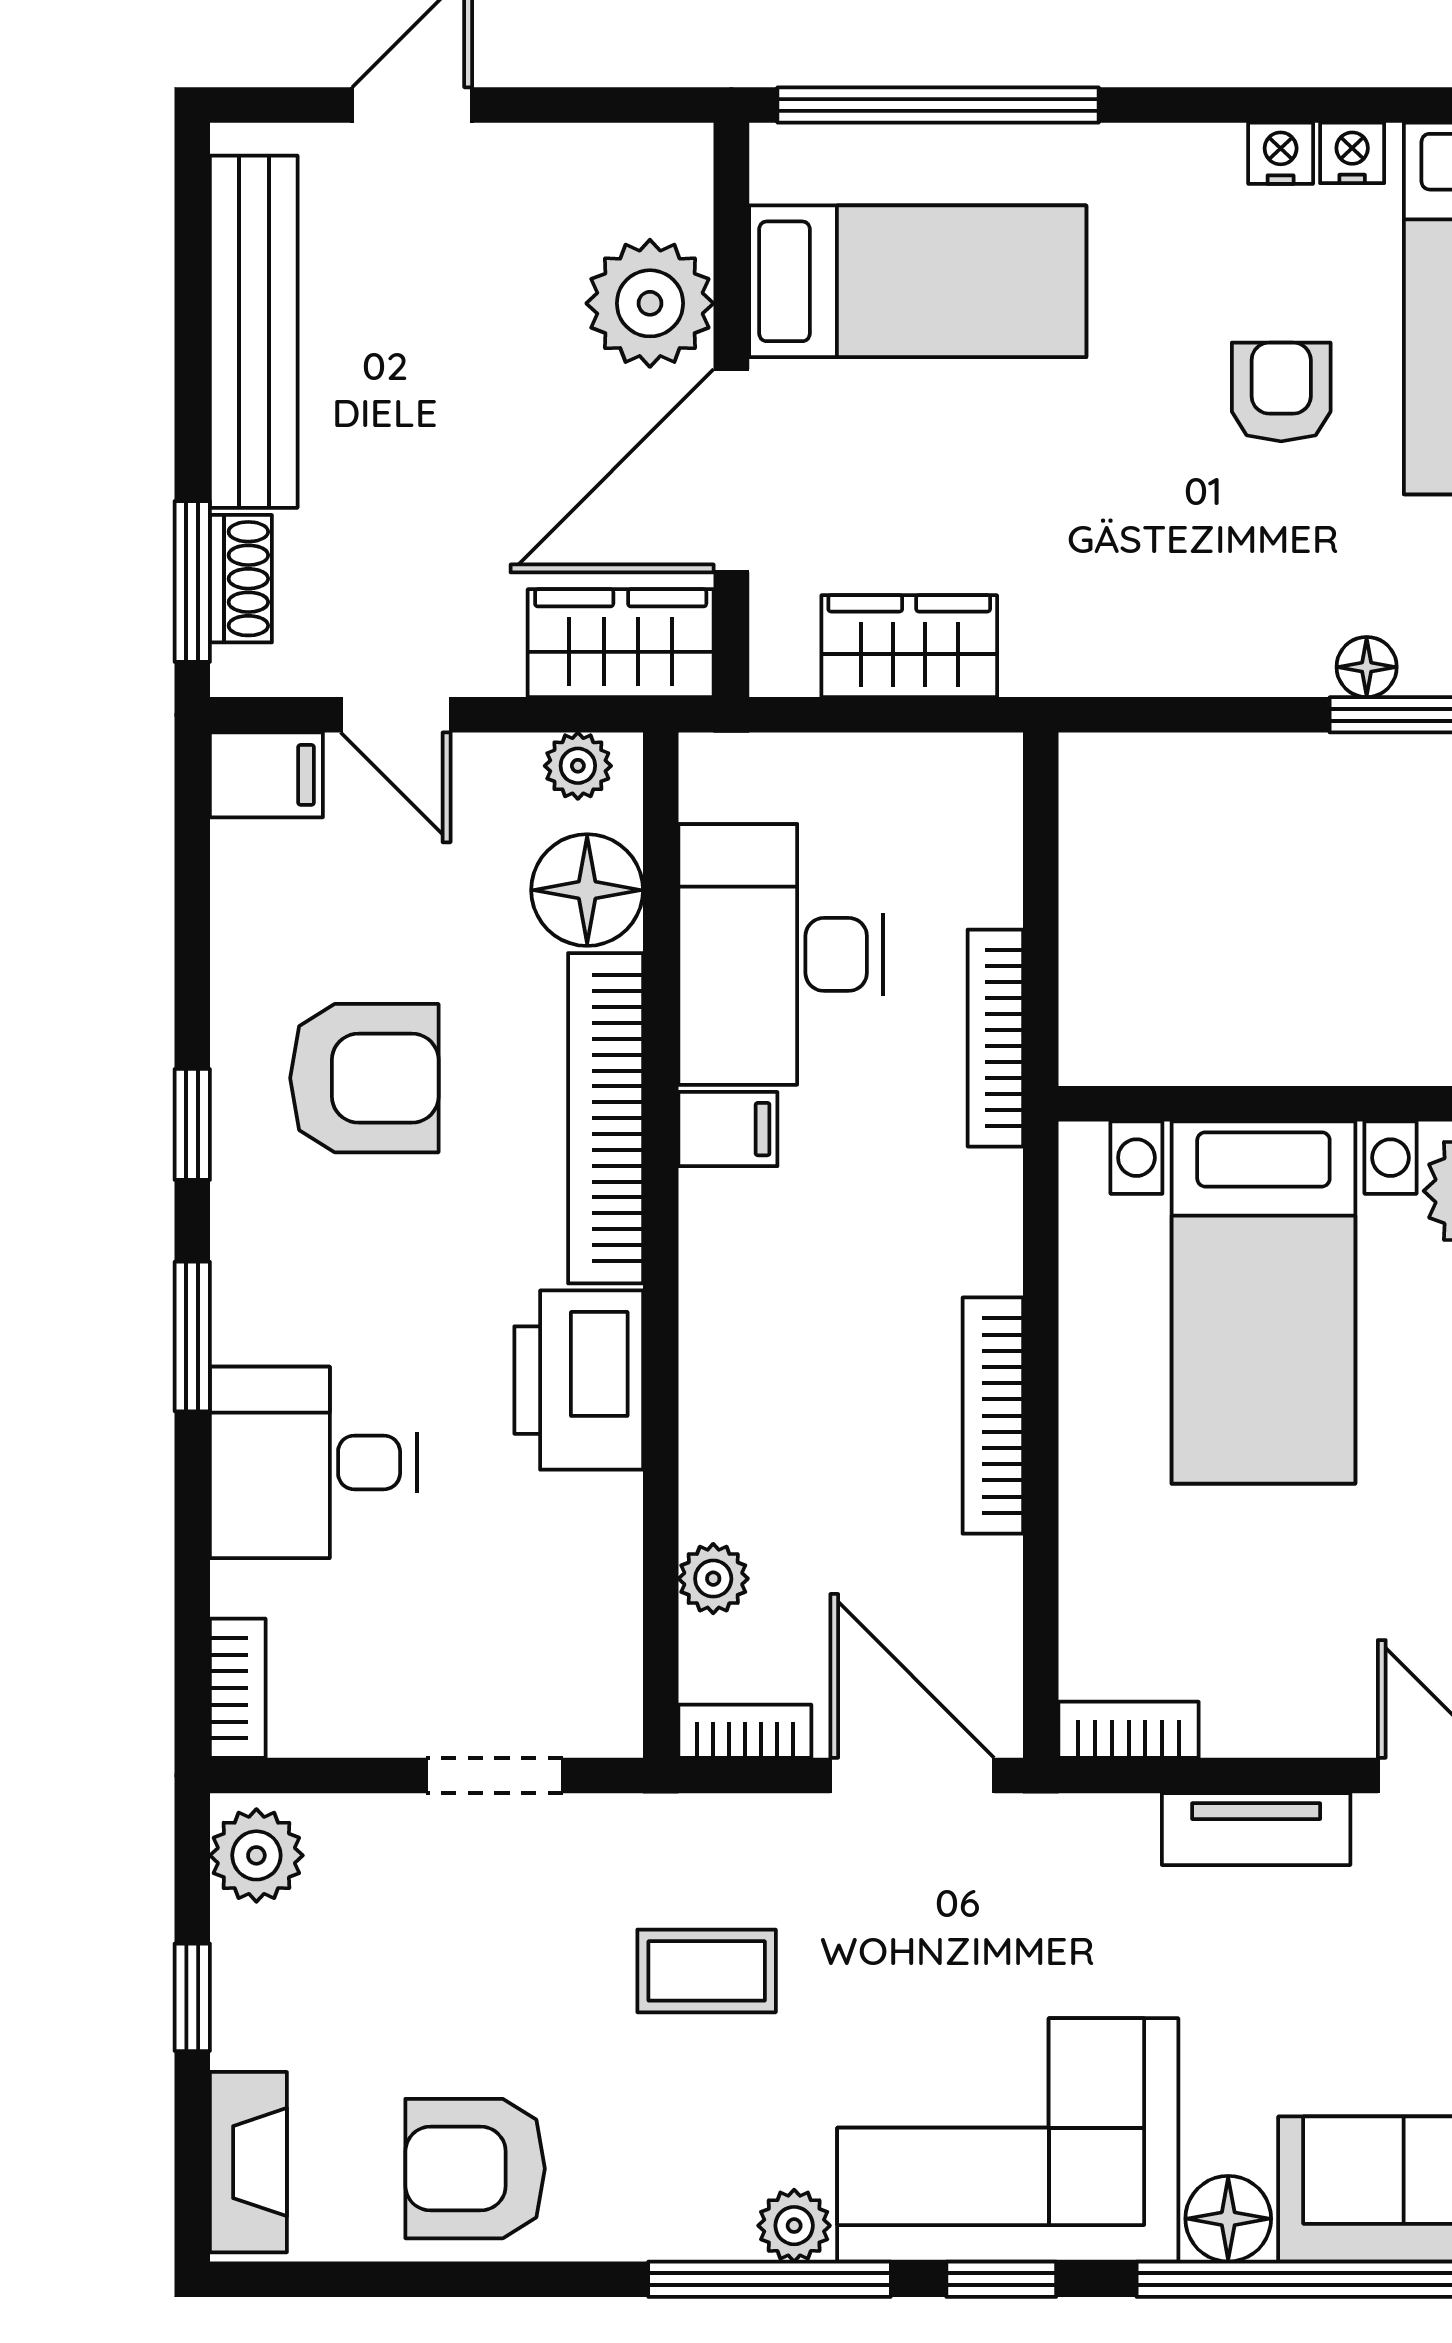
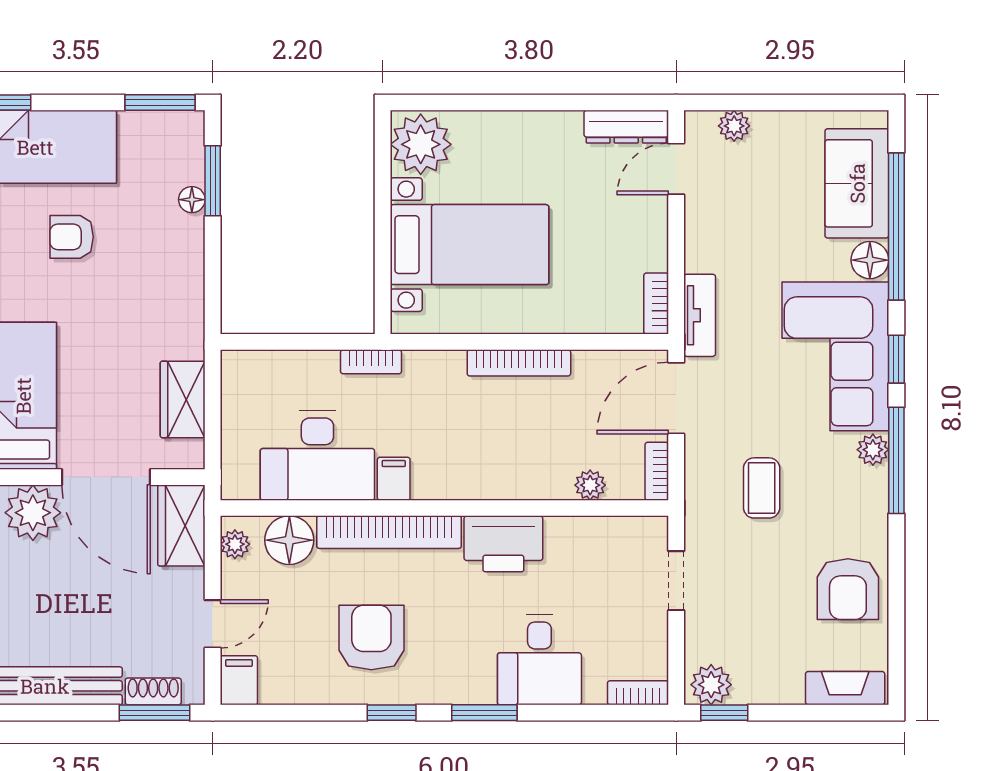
bookcase: (995, 1038) -> (371, 362), width x0.64
tv unit: (1256, 1829) -> (700, 315), moved
window: (192, 1997) -> (724, 713), moved

